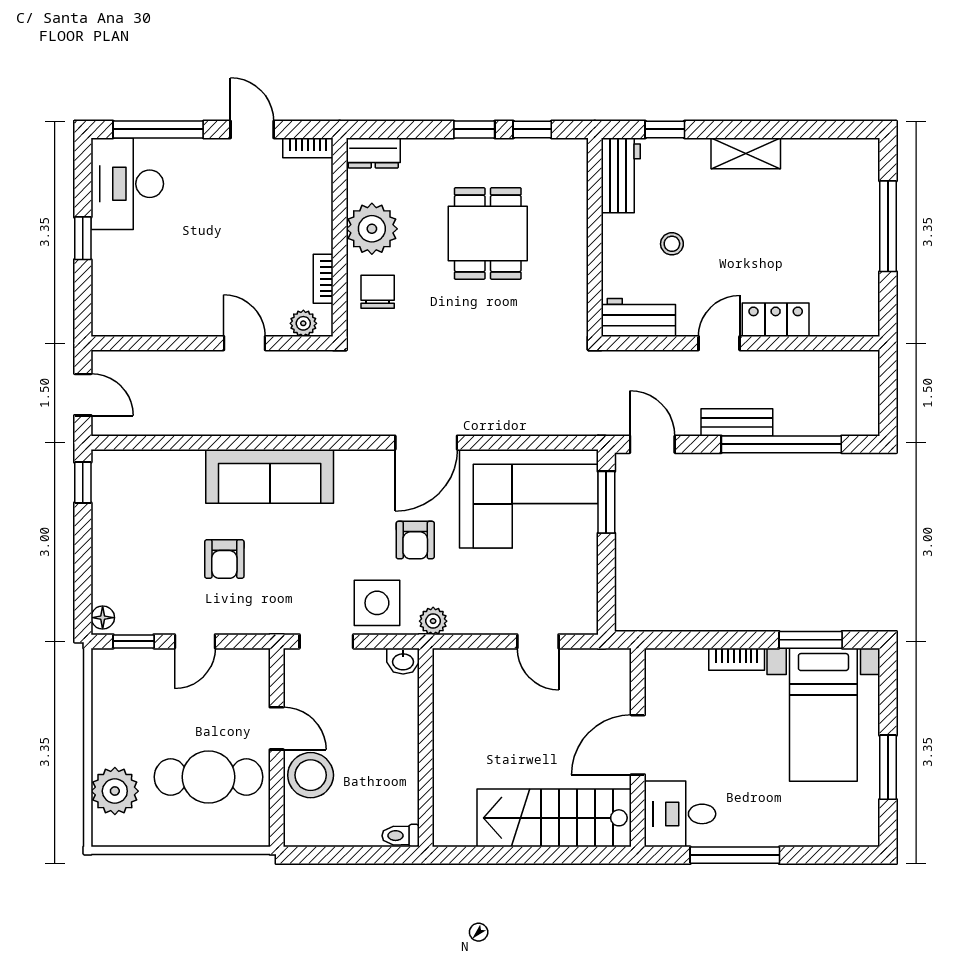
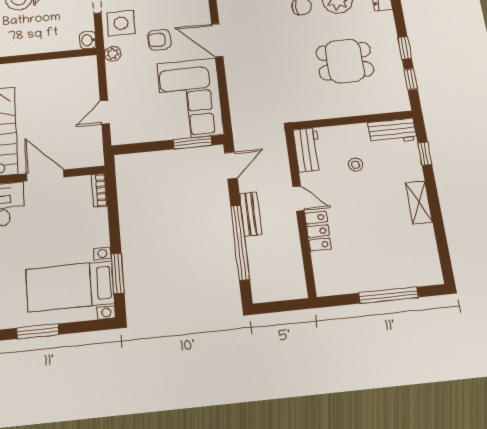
bookcase: (737, 659) -> (99, 190), moved

